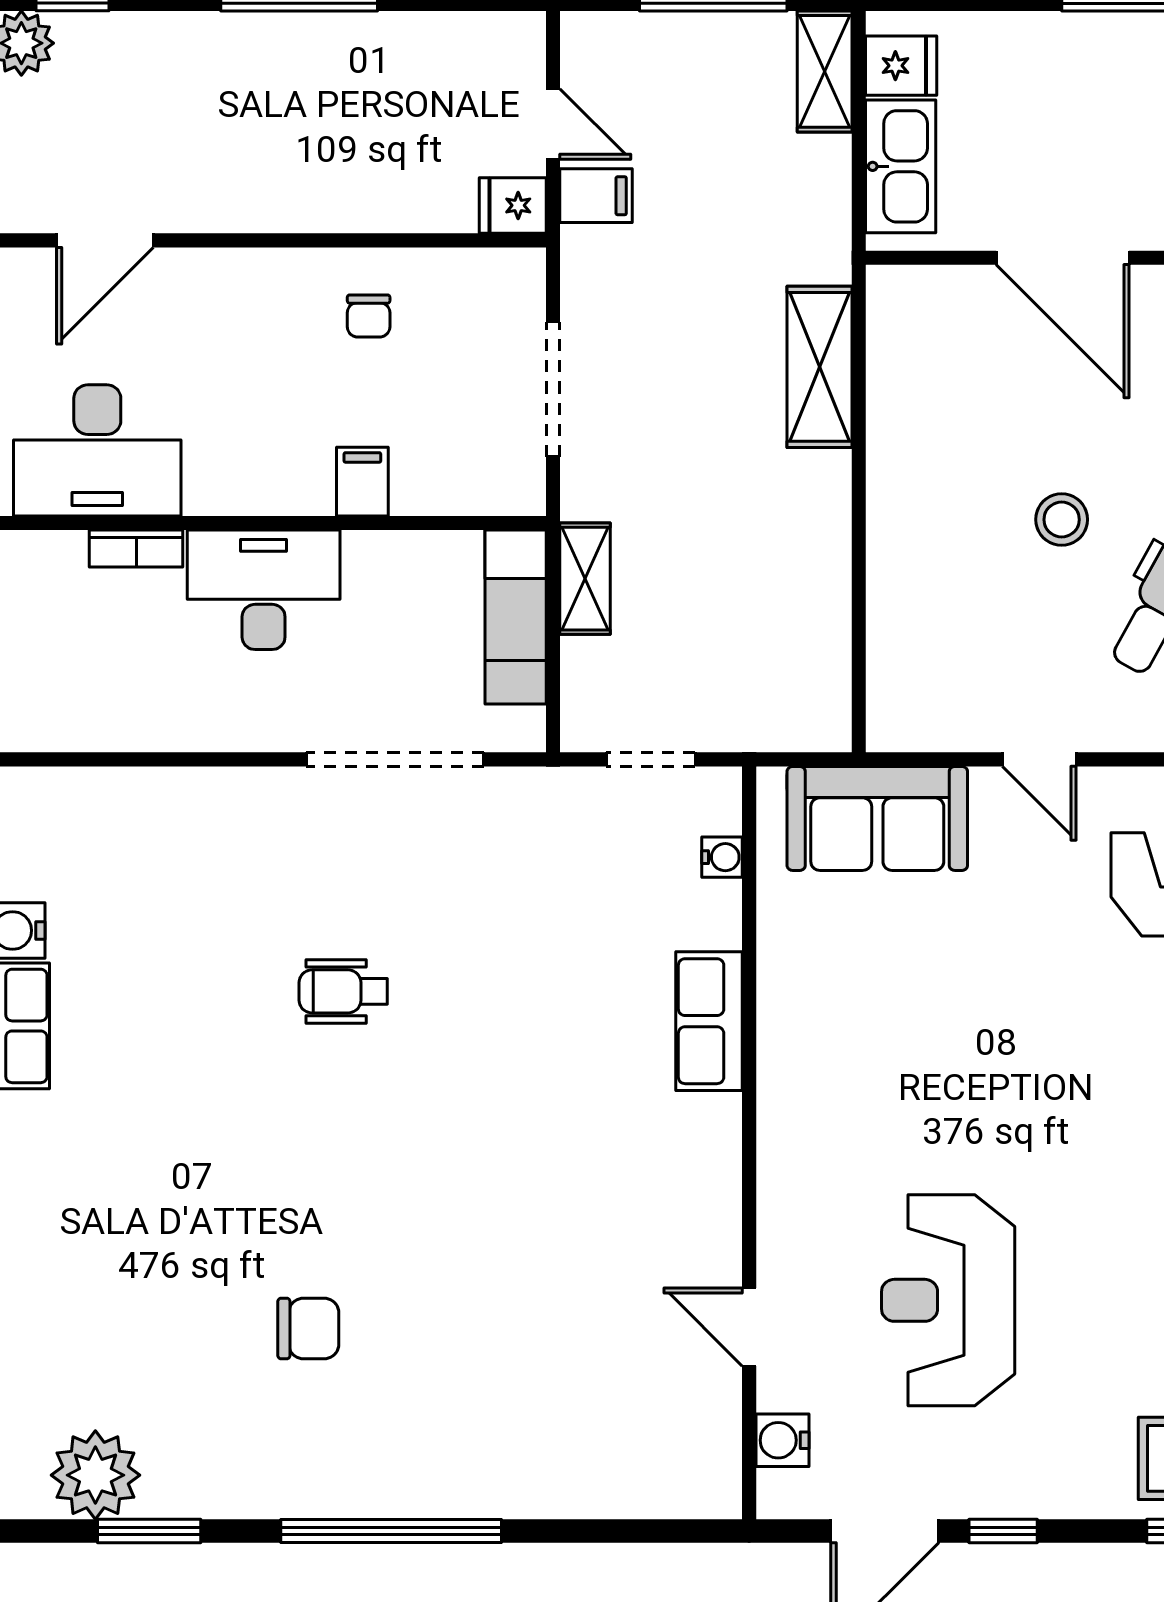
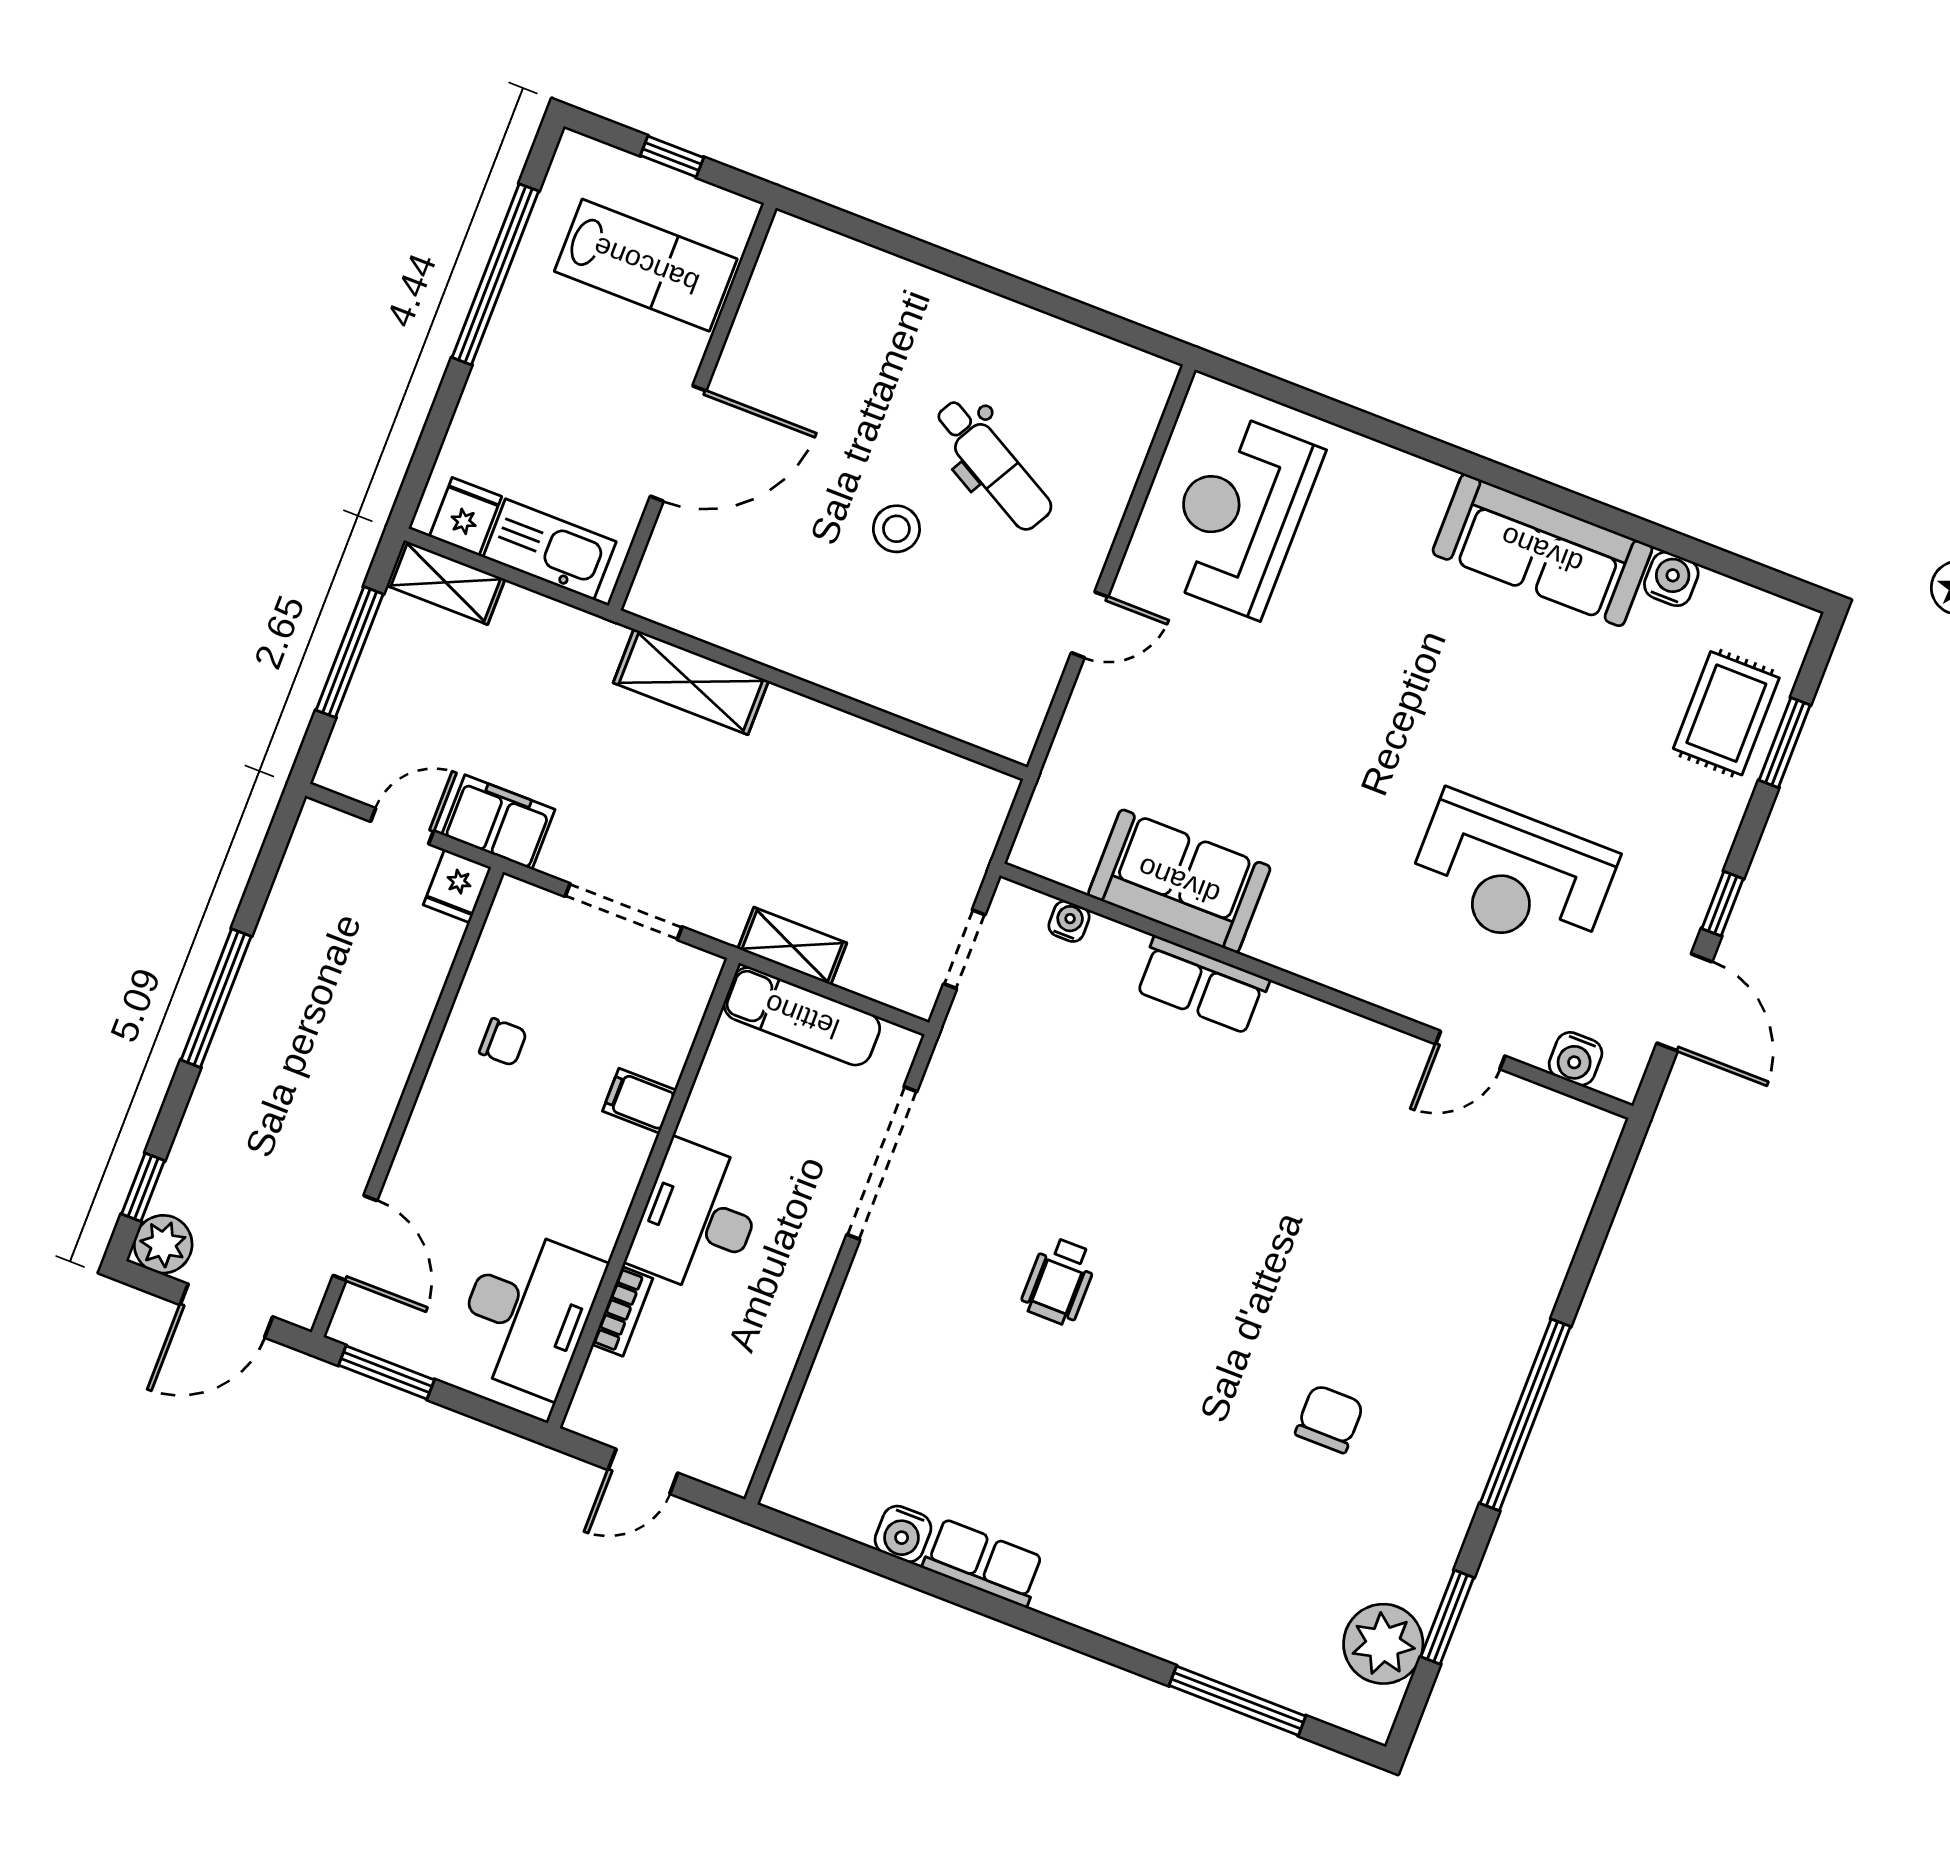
filing cabinet: (596, 196) -> (498, 822), width x2.00
sofa: (877, 818) -> (1179, 881), moved, turned -90

